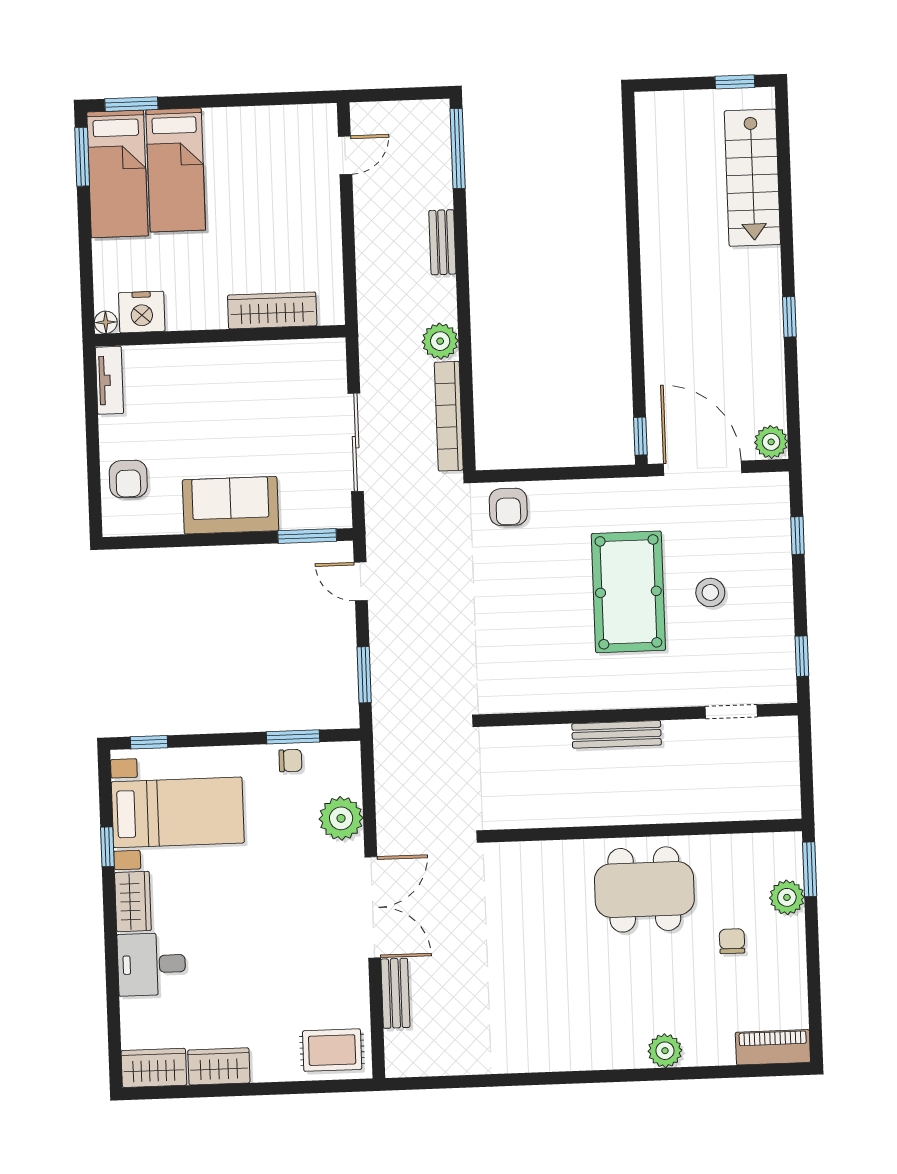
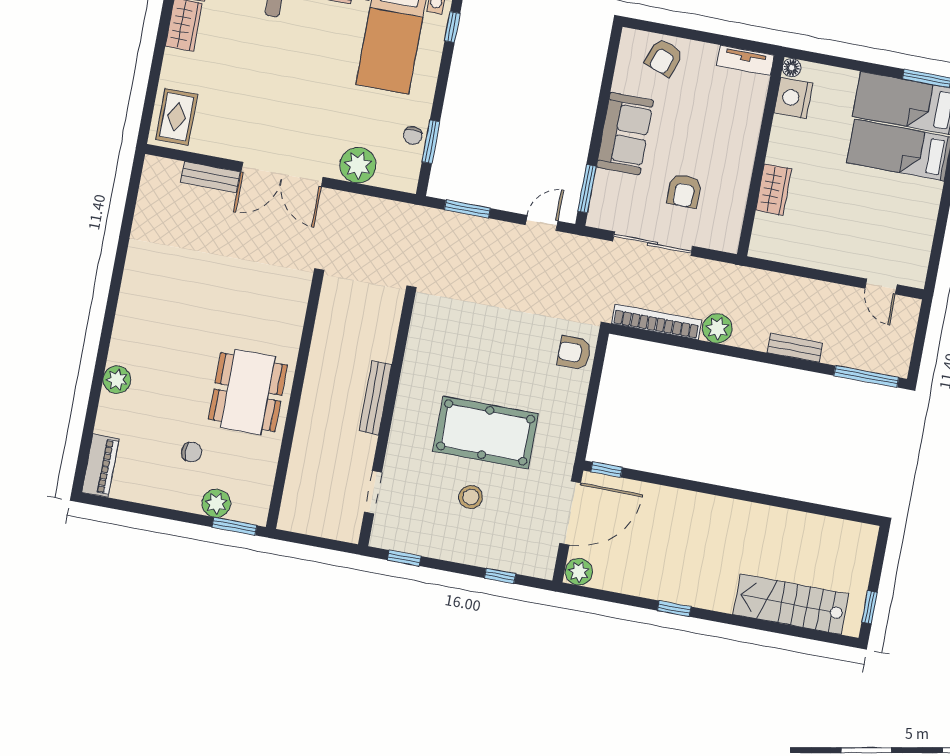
wardrobe: (272, 310) -> (774, 190), width x0.67
armchair: (283, 418) -> (684, 191), added
armchair: (128, 479) -> (664, 58), turned -70

